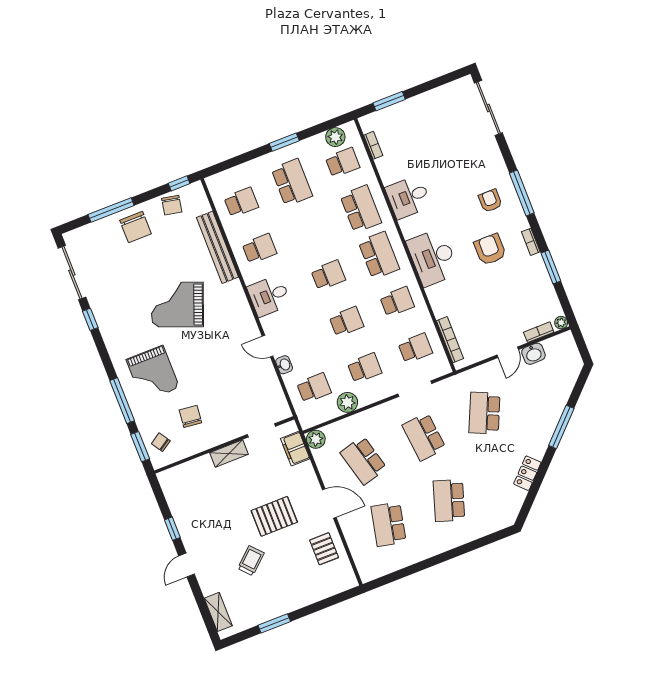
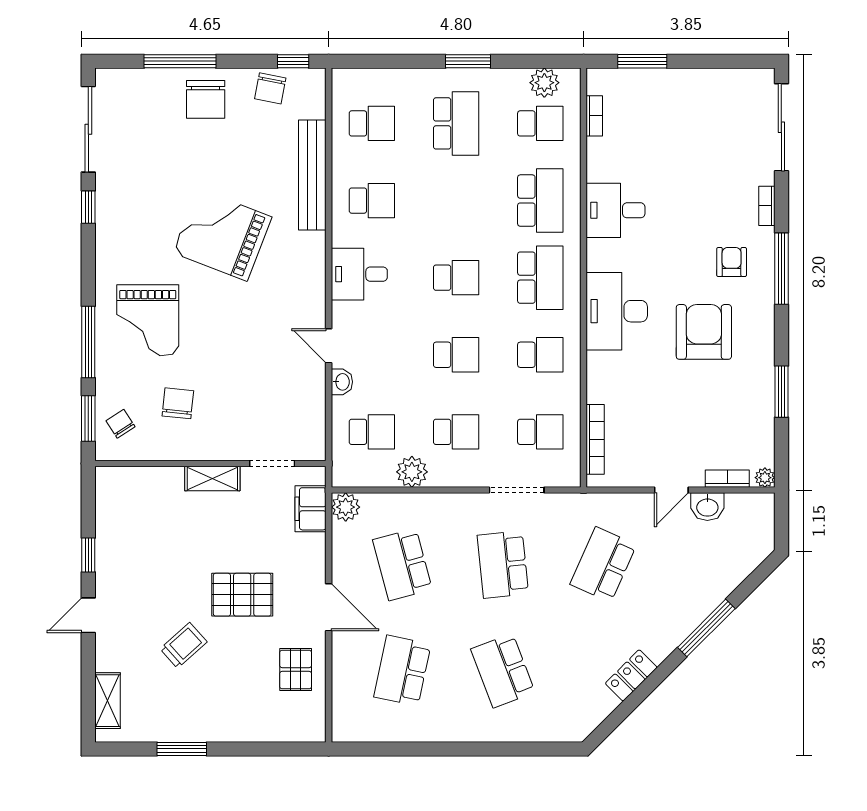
bookcase: (531, 242) -> (767, 206), moved
armchair: (490, 249) -> (704, 332), width x1.36, depth x1.36
school desk: (449, 501) -> (503, 671), turned -39

